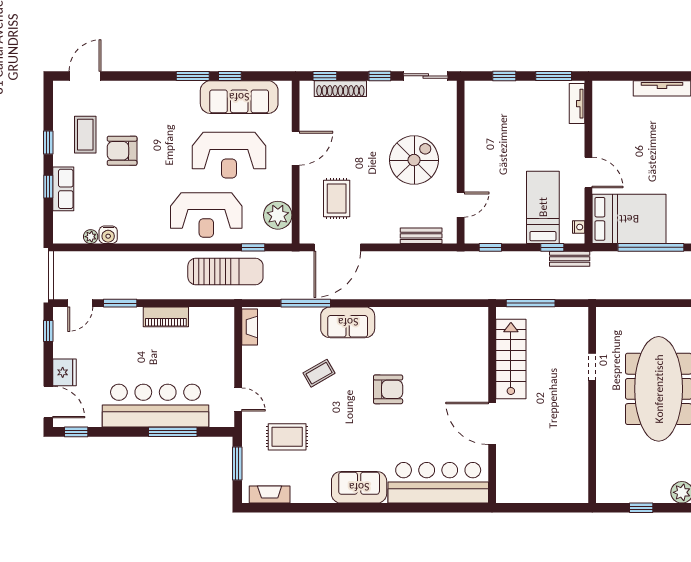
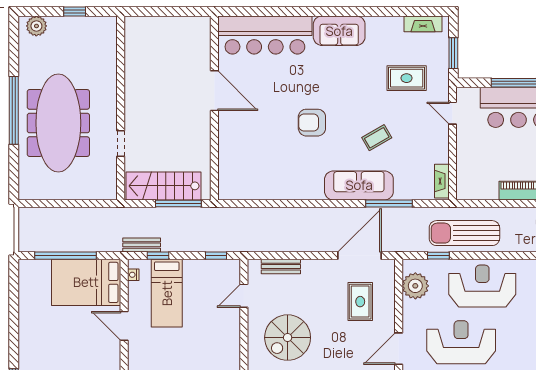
sofa: (348, 322) -> (359, 185), width x1.36
stairs: (511, 359) -> (163, 186), moved, turned 90

